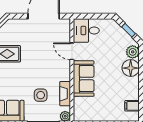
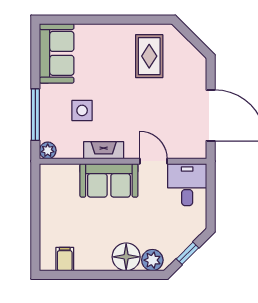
door: (72, 51) -> (154, 161), hinge flipped
fireplace: (65, 94) -> (104, 150), moved

